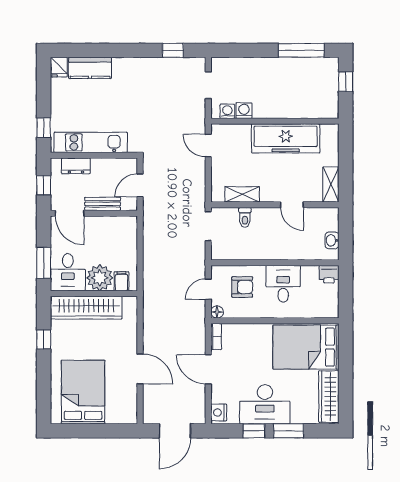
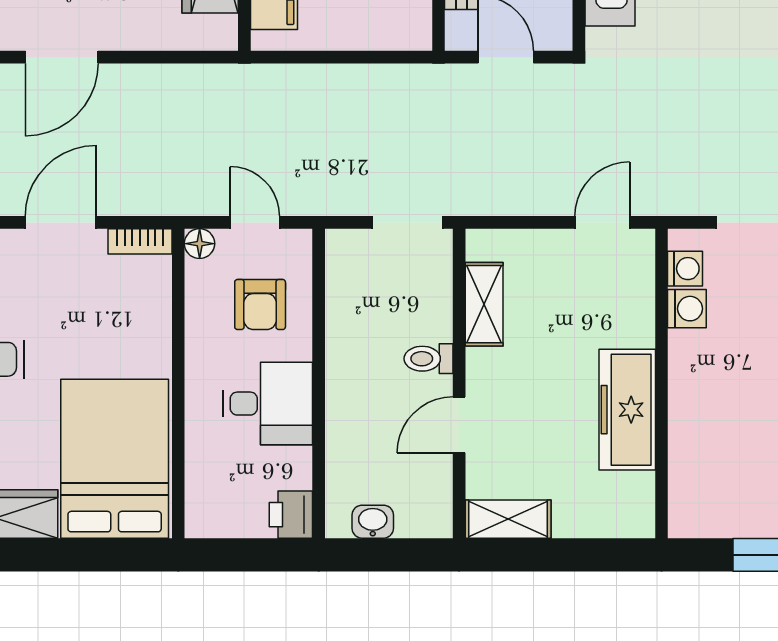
freezer: (286, 138) -> (627, 410), width x0.73, depth x0.79
toilet: (245, 217) -> (429, 359), moved

